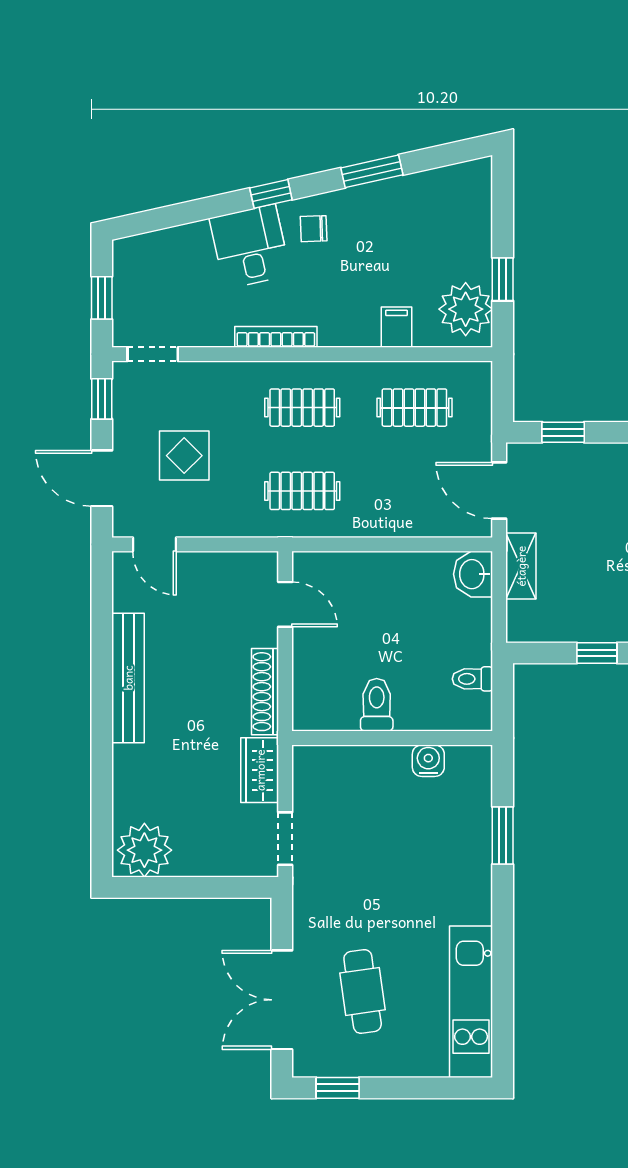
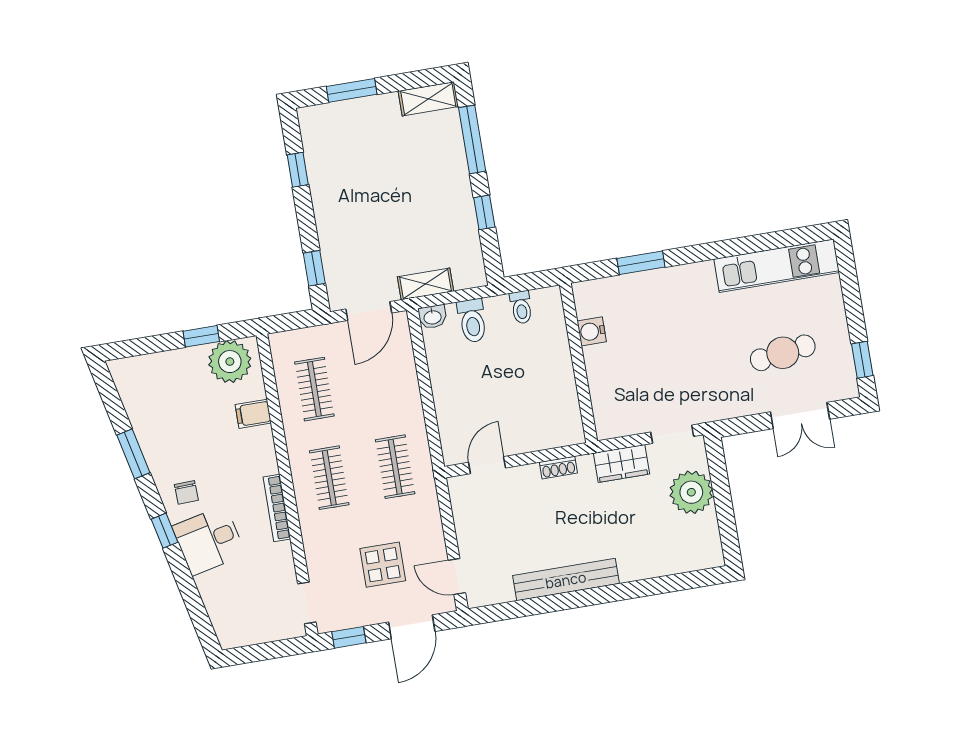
window: (102, 298) -> (269, 651), removed
door: (154, 544) -> (457, 576), swing flipped
washbasin: (473, 574) -> (432, 317), width x0.72, depth x0.69
shoe rack: (265, 692) -> (558, 468), width x0.51, depth x0.81
toilet: (377, 705) -> (472, 321), moved, turned -90
plant: (144, 850) -> (691, 492), moved
double door: (282, 1000) -> (800, 416), width x0.73

